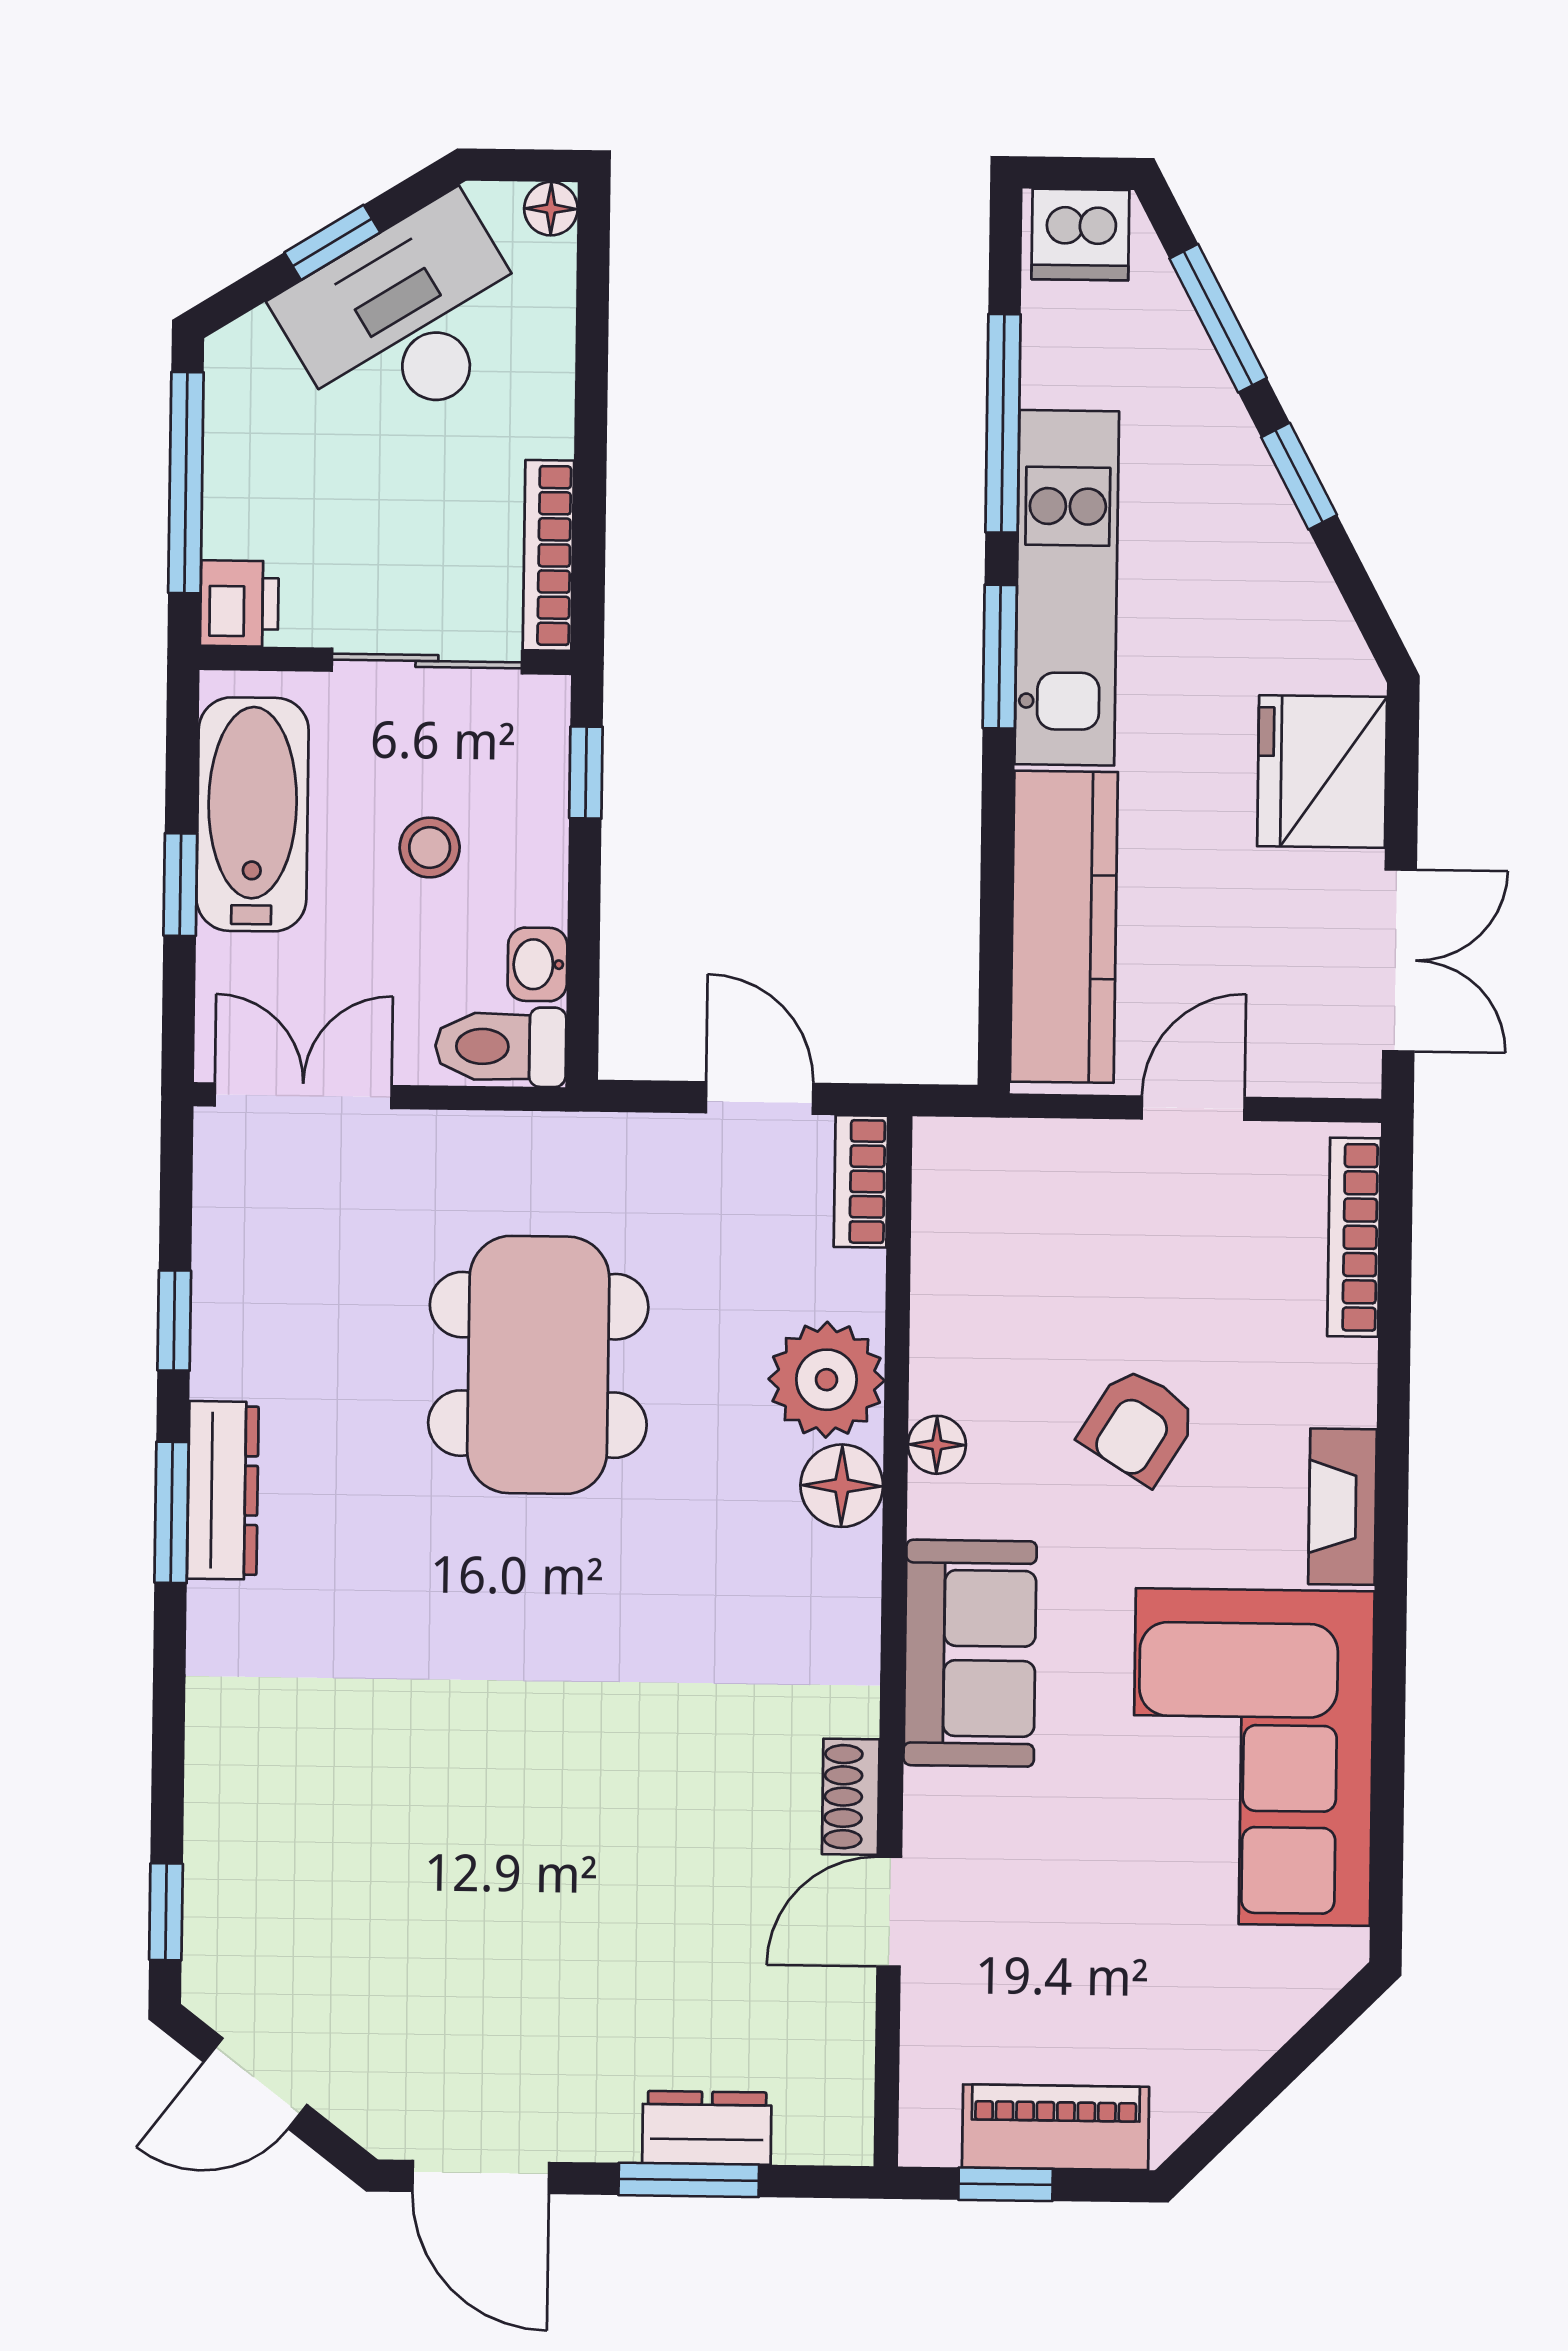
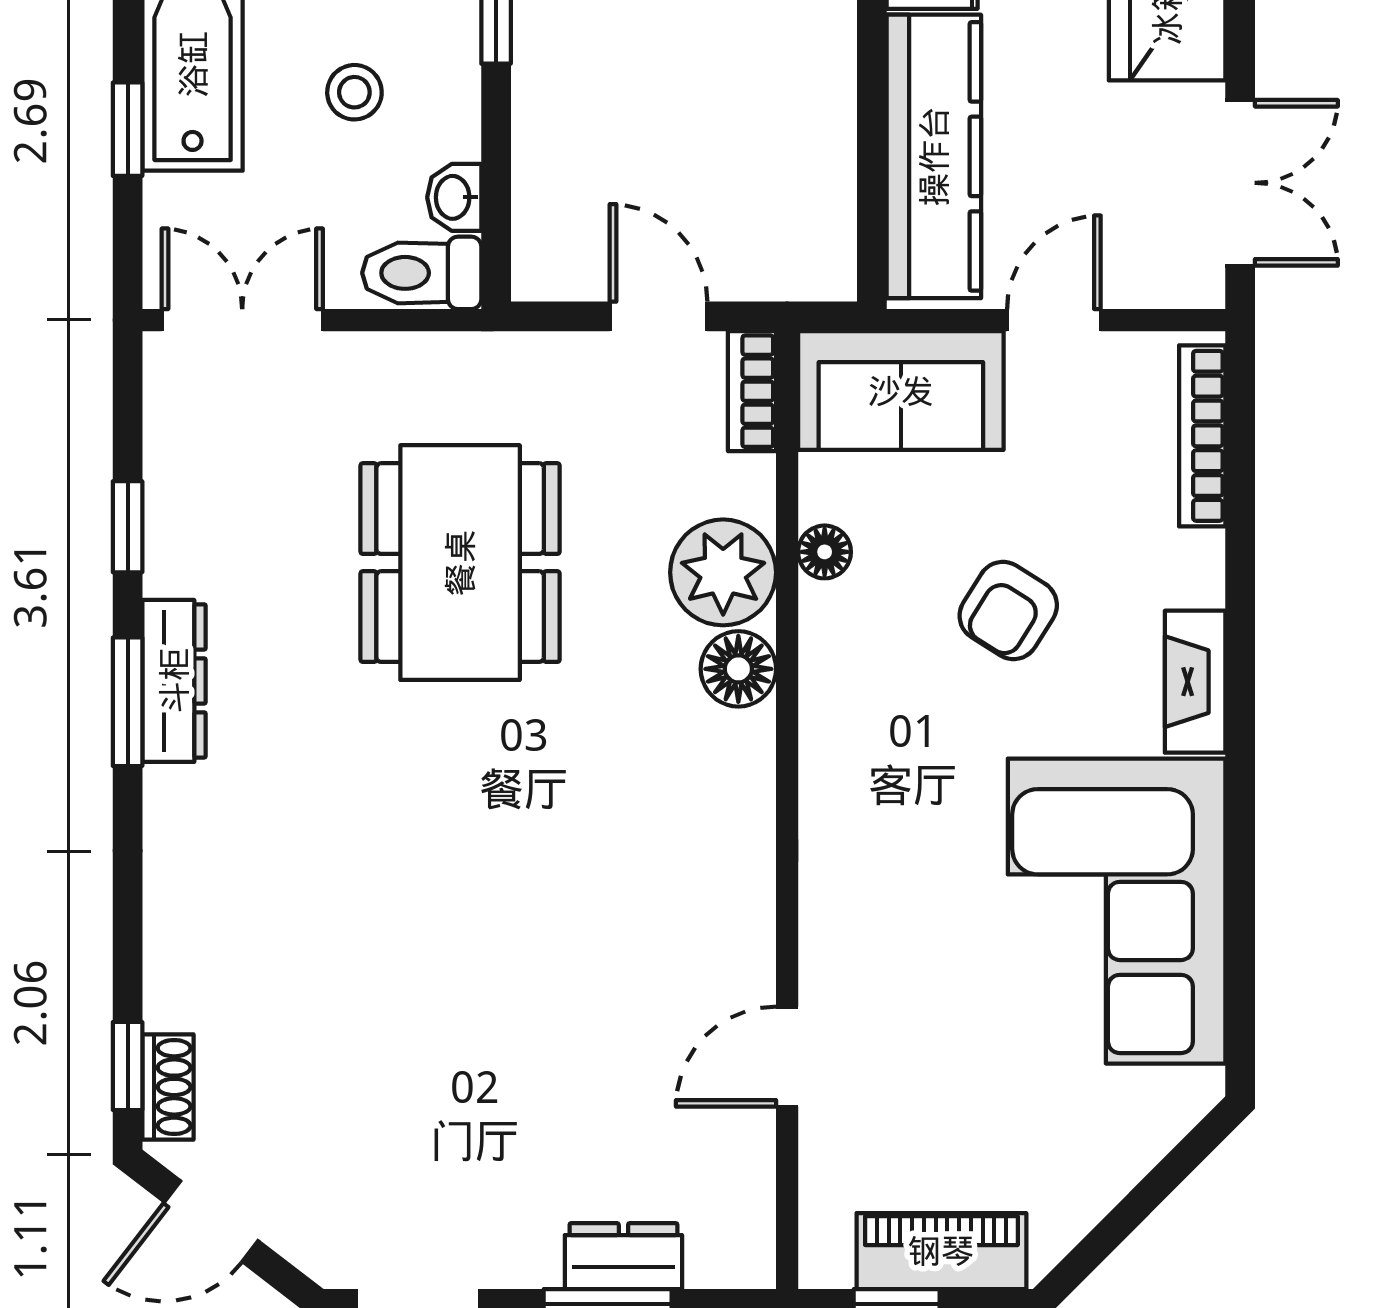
floor lamp: (937, 1445) -> (825, 552), moved
sofa: (970, 1653) -> (901, 391), moved, turned 90
shoe rack: (851, 1797) -> (168, 1087), moved, turned 180

